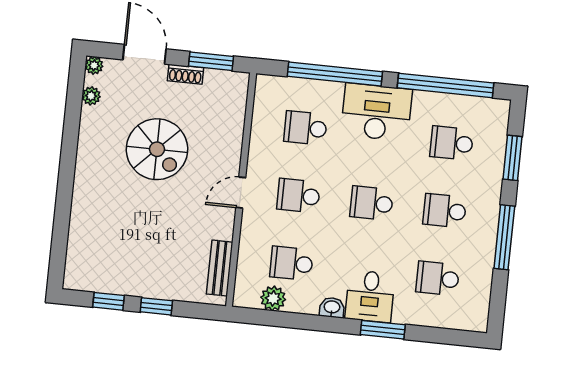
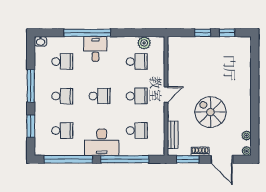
bench: (220, 268) -> (173, 135), moved
washbasin: (332, 307) -> (40, 41), moved
window: (383, 330) -> (87, 33), width x2.11

